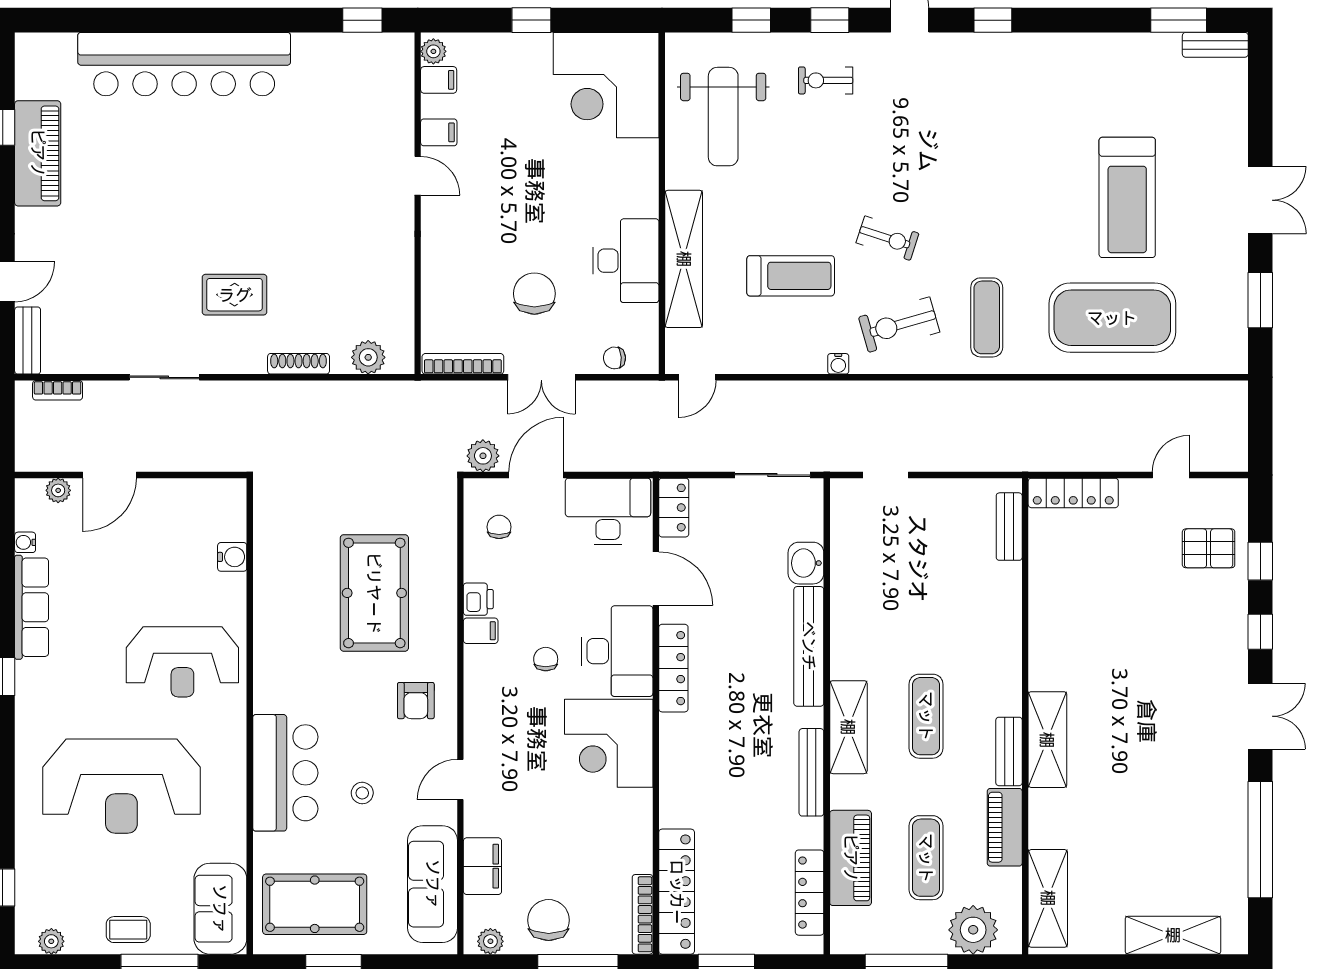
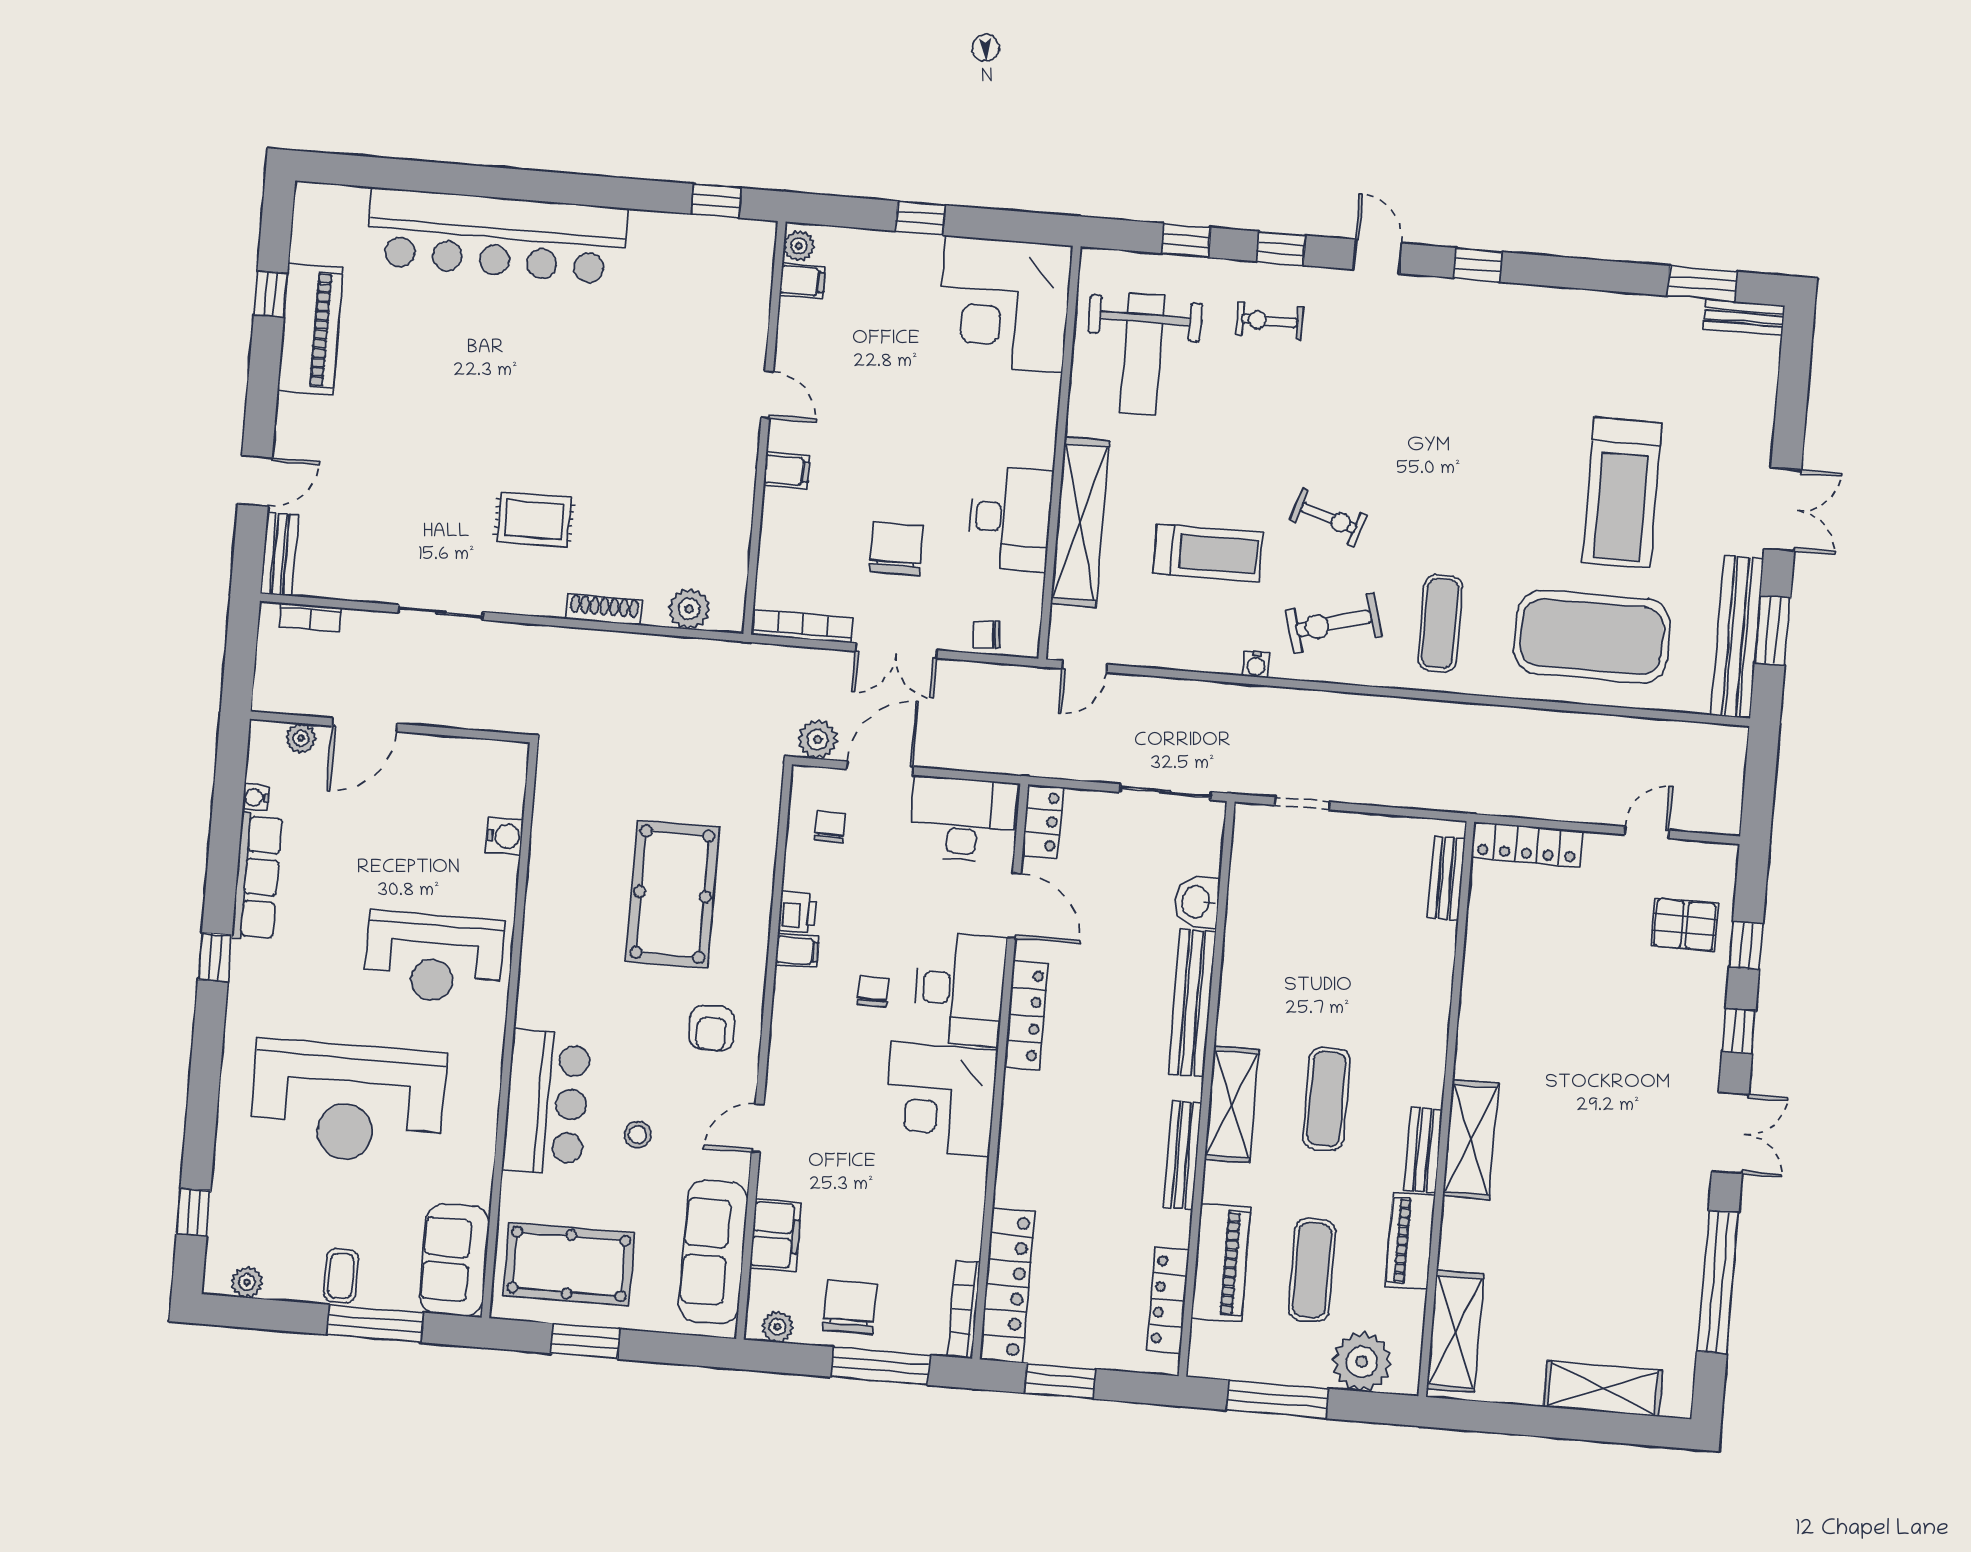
filing cabinet: (439, 132) -> (787, 470), moved
bench: (1232, 308) -> (1737, 637), added
coffee table: (128, 930) -> (341, 1276), turned 90

